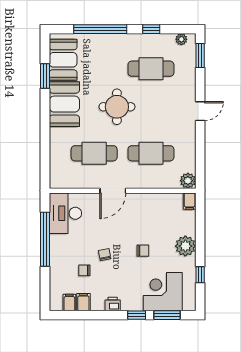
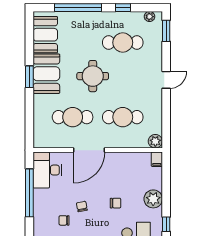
window: (45, 76) -> (29, 77), moved
door: (113, 191) -> (89, 150), width x1.36

